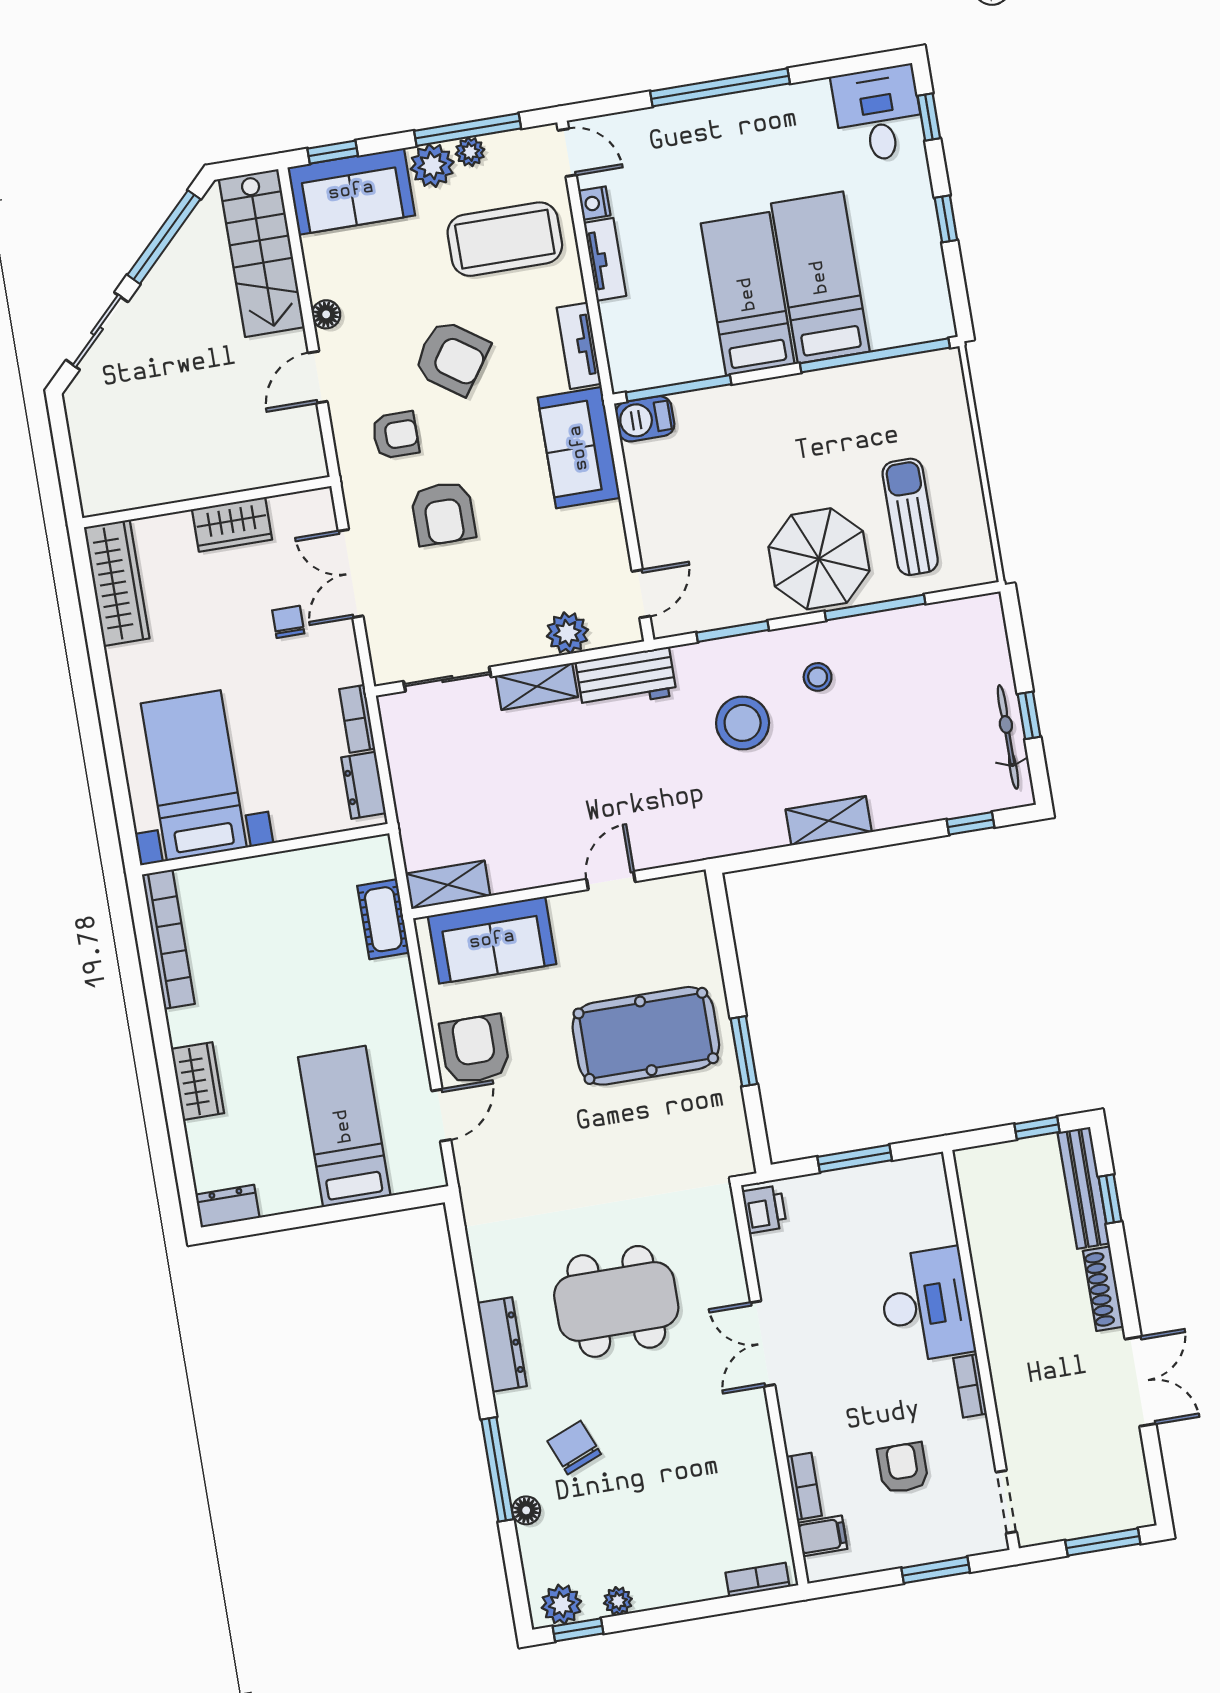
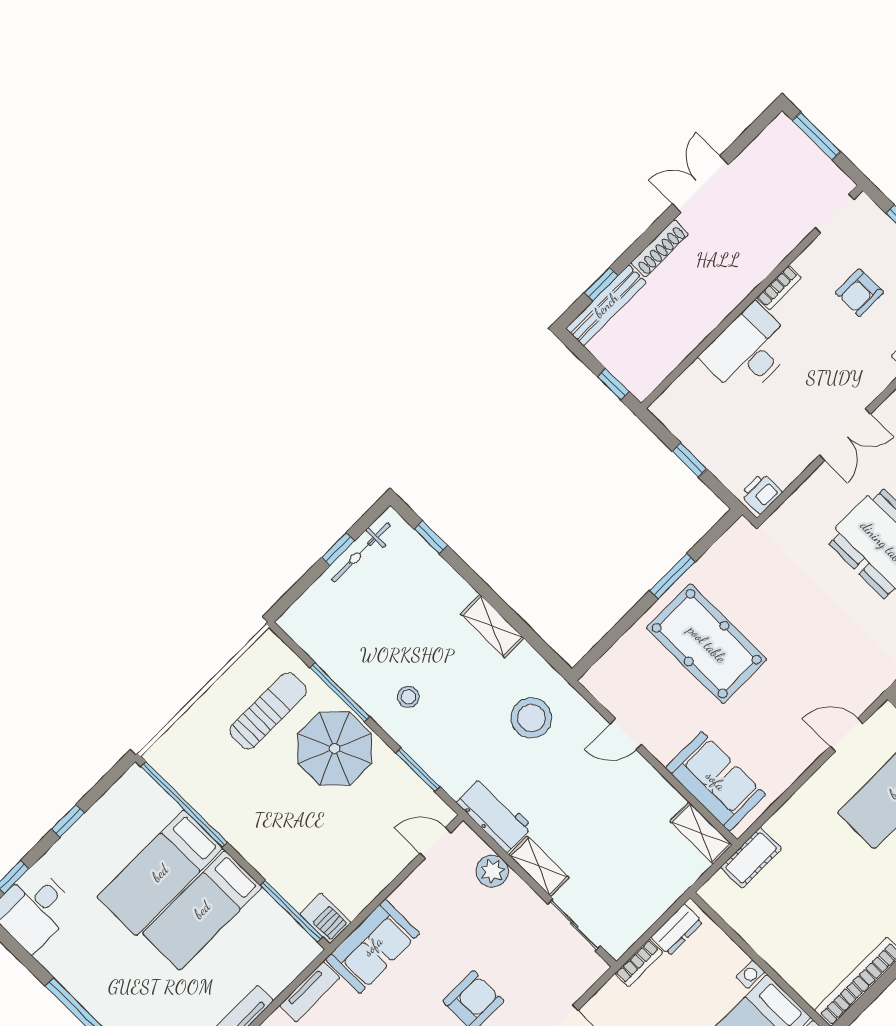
sun lounger: (910, 517) -> (268, 711), turned 180
stool: (743, 723) -> (531, 718), moved
armchair: (475, 1049) -> (791, 743), removed
window: (1037, 1128) -> (613, 384), moved
window: (855, 1159) -> (690, 460), width x0.67

